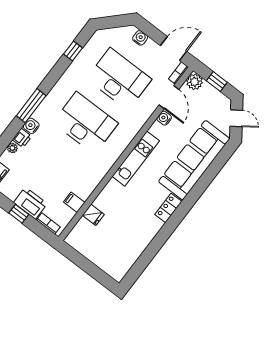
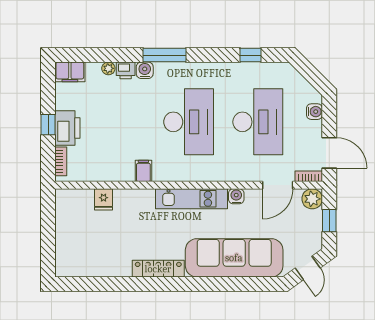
water cooler: (164, 118) -> (236, 196), moved
filing cabinet: (74, 202) -> (143, 171), moved
locker: (168, 208) -> (158, 269), width x1.53

